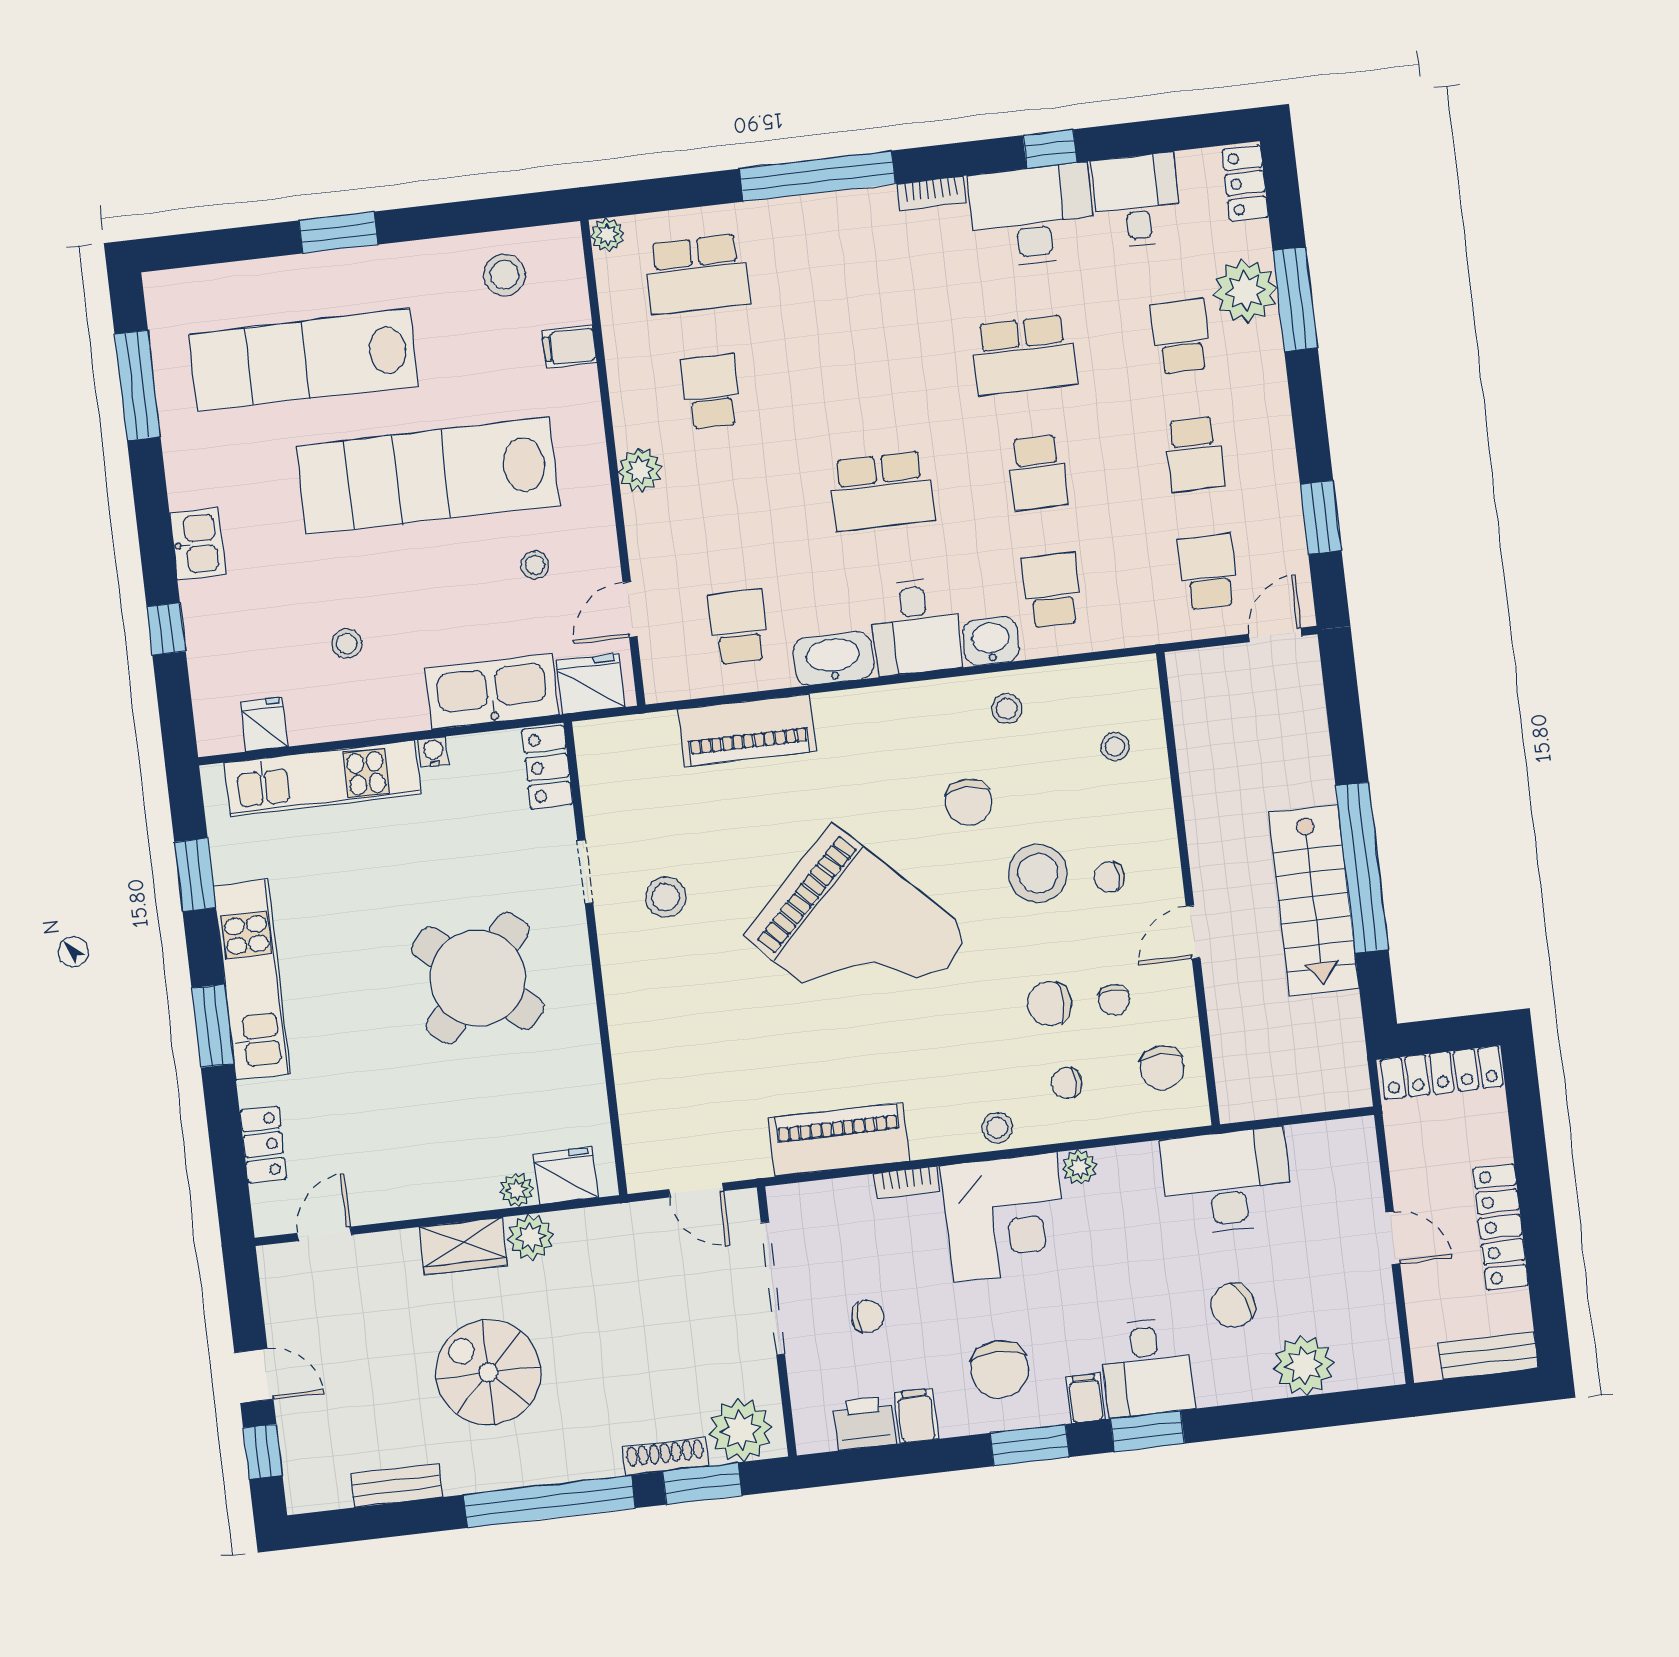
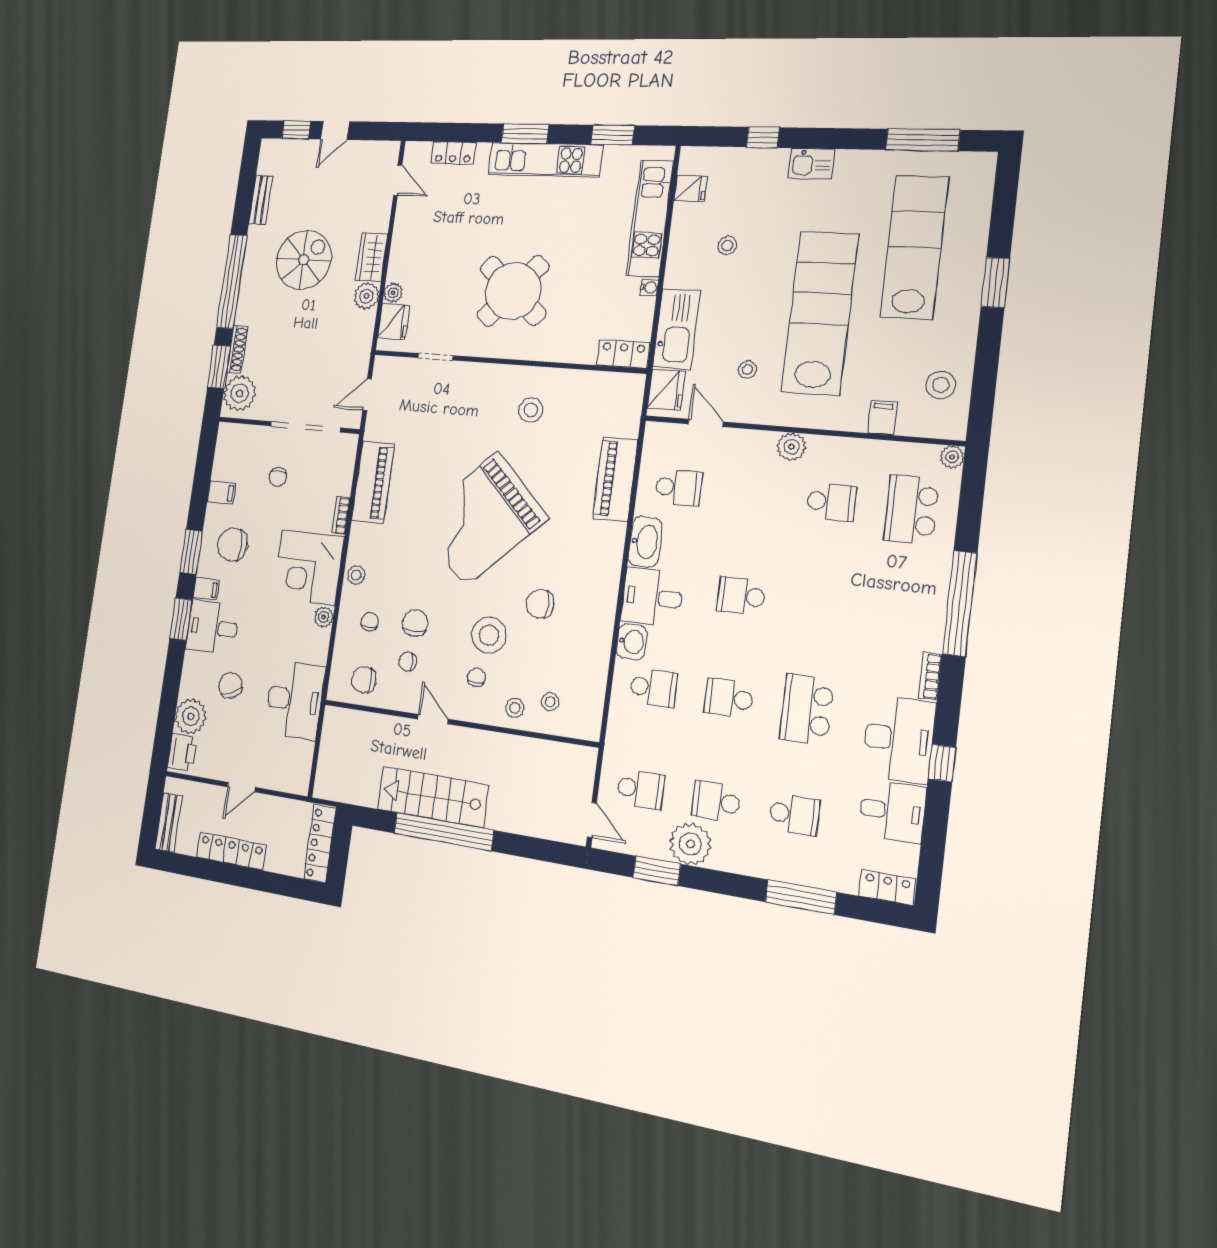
plant: (1245, 291) -> (690, 844), moved
school desk: (881, 491) -> (741, 596), width x0.54
stool: (1007, 709) -> (515, 708), moved
doorway: (585, 872) -> (435, 357), moved
printer: (865, 1423) -> (182, 753), moved

